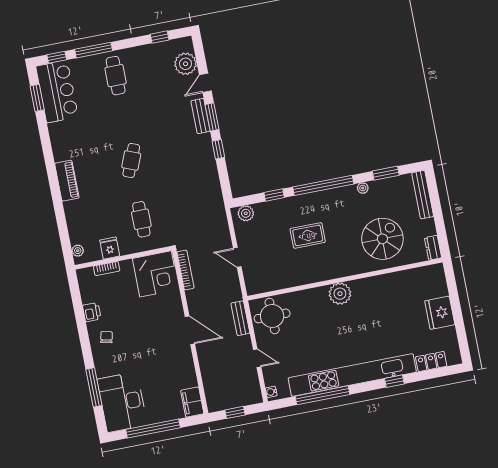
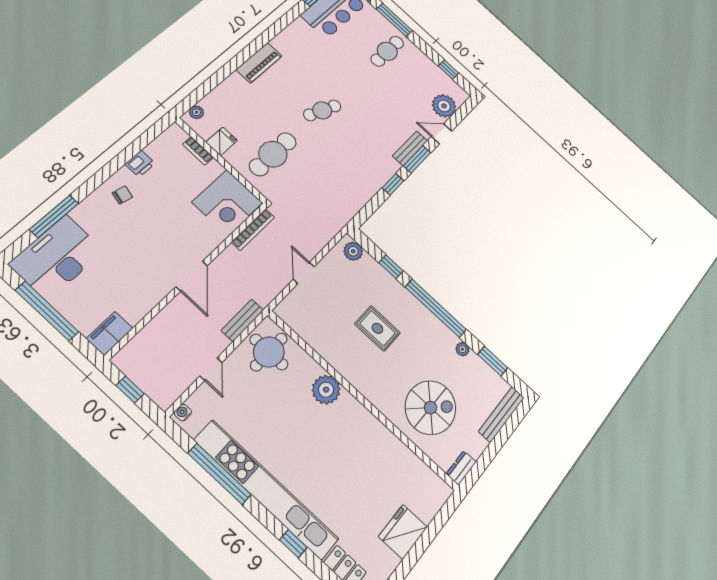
cafe table: (141, 219) -> (273, 154), width x1.37, depth x1.35
plant: (340, 294) -> (326, 390), moved

